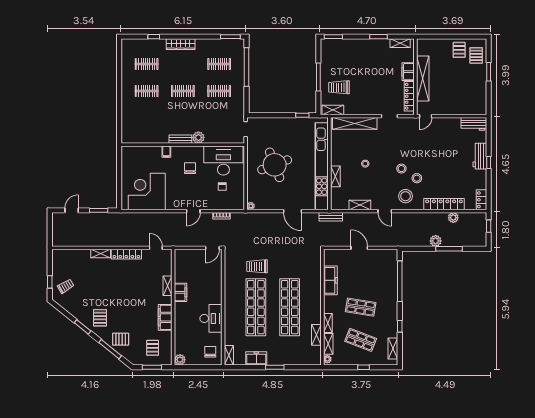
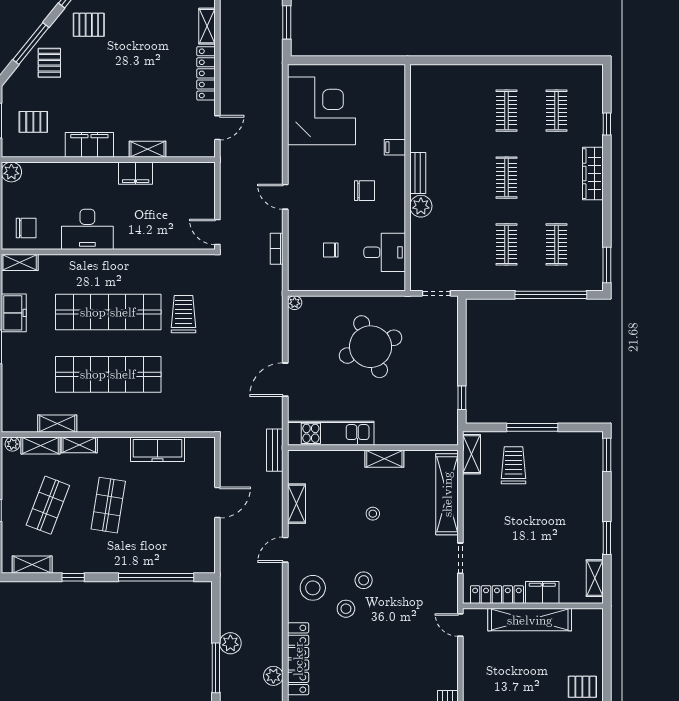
desk: (223, 161) -> (385, 252), width x0.53, depth x0.77
kitchen unit: (322, 166) -> (331, 433), width x0.54
shelving: (335, 176) -> (384, 459), moved

